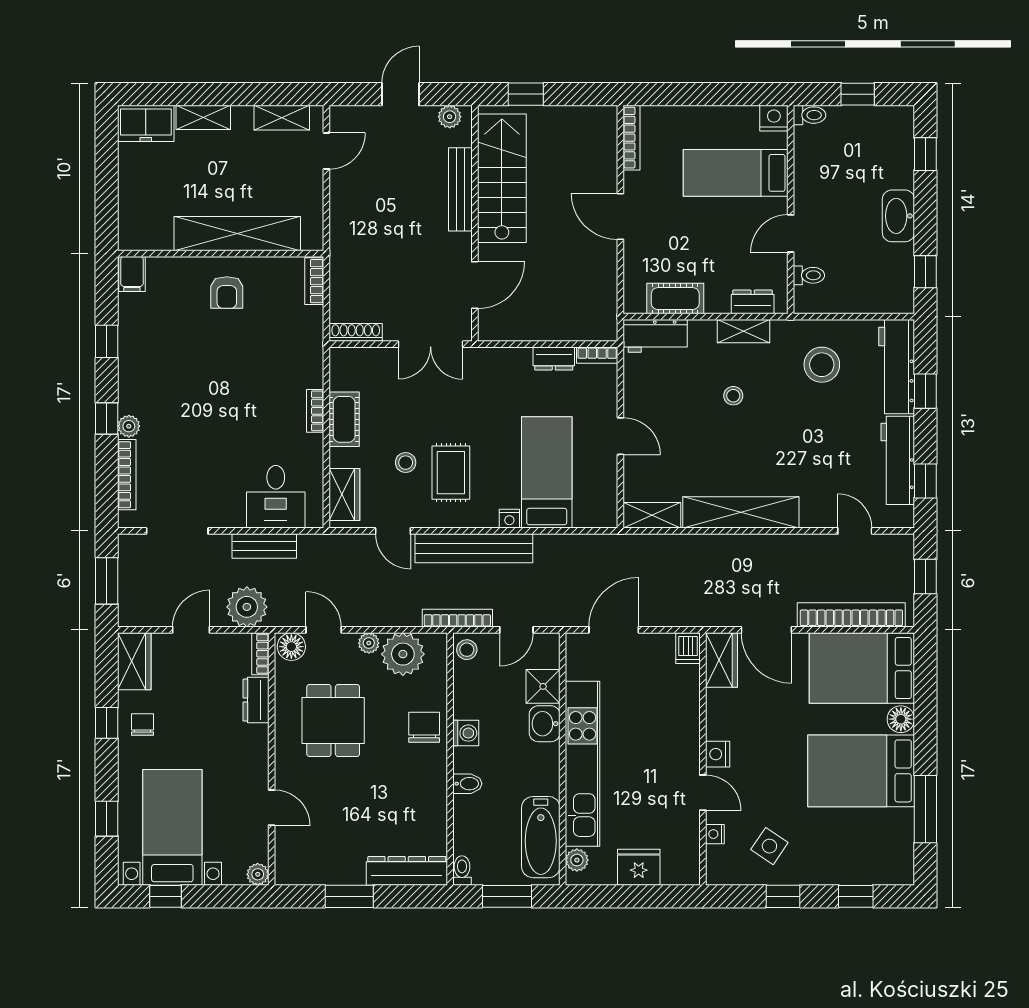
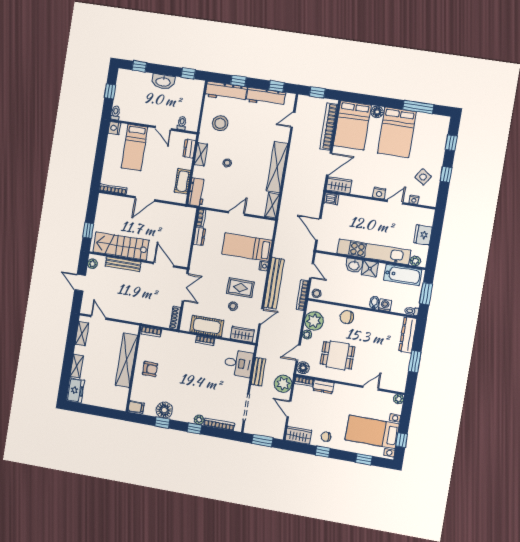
floor lamp: (137, 341) -> (164, 410), added
cot: (344, 419) -> (207, 326), width x1.37, depth x1.34
shower: (543, 686) -> (370, 269), moved
washing machine: (466, 733) -> (385, 305), moved

